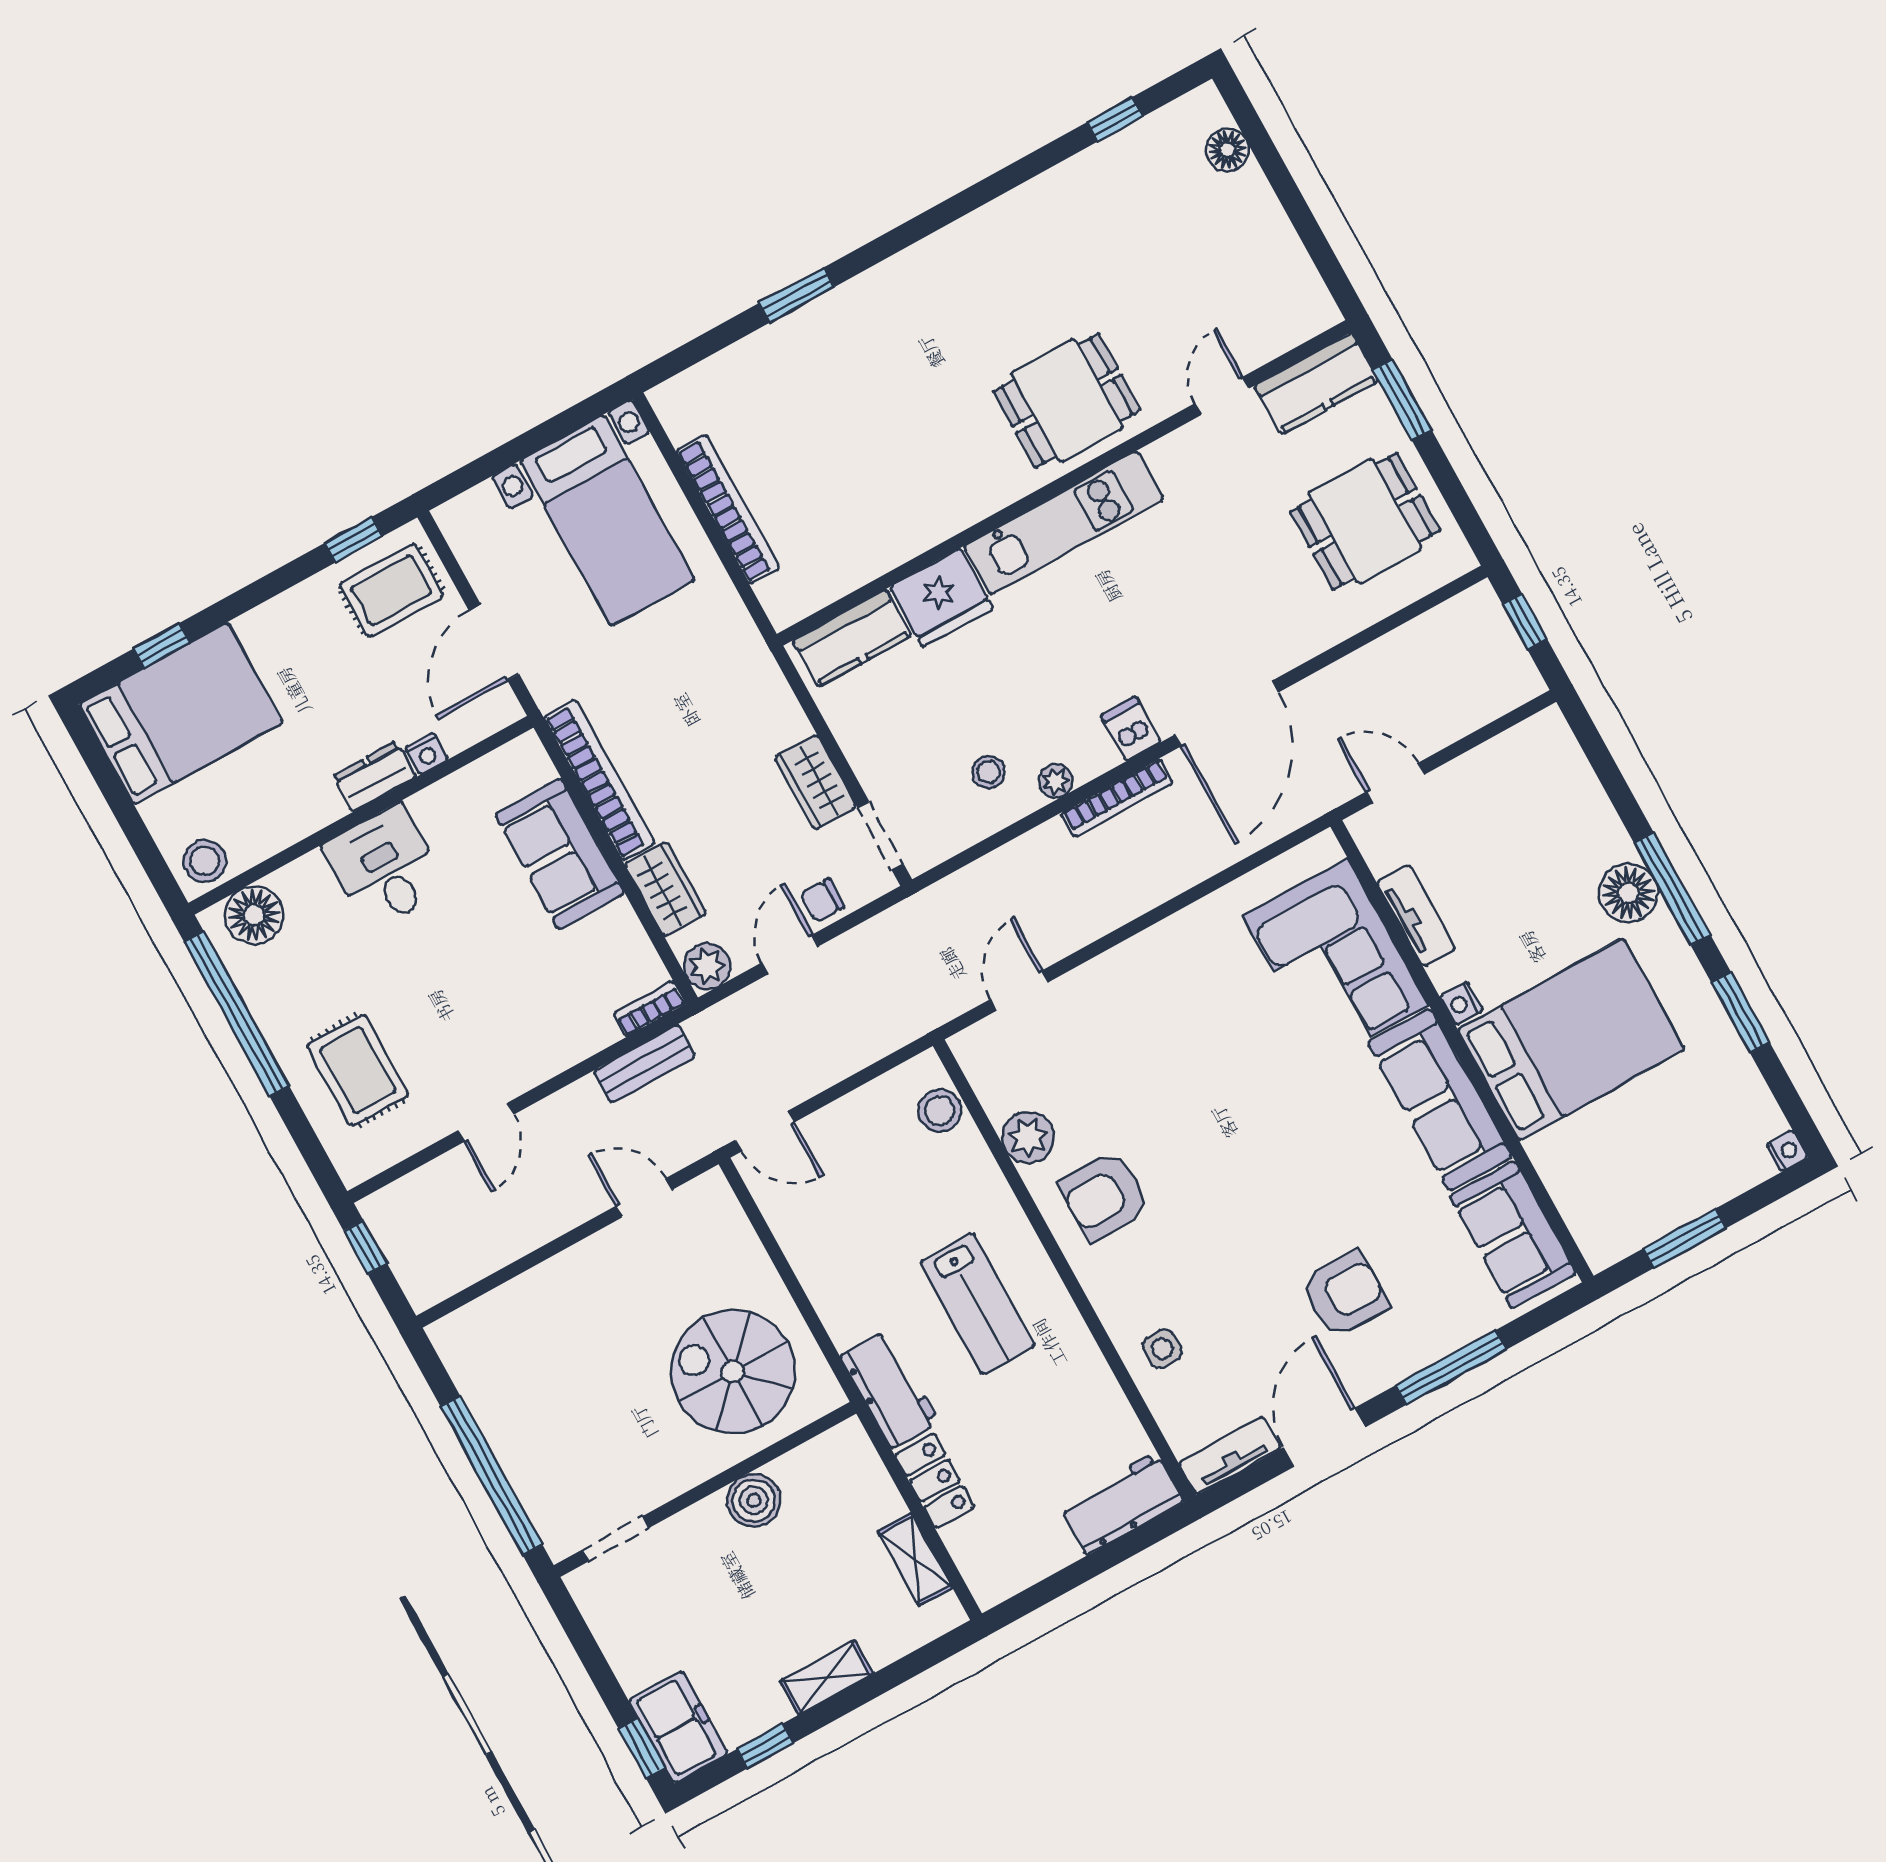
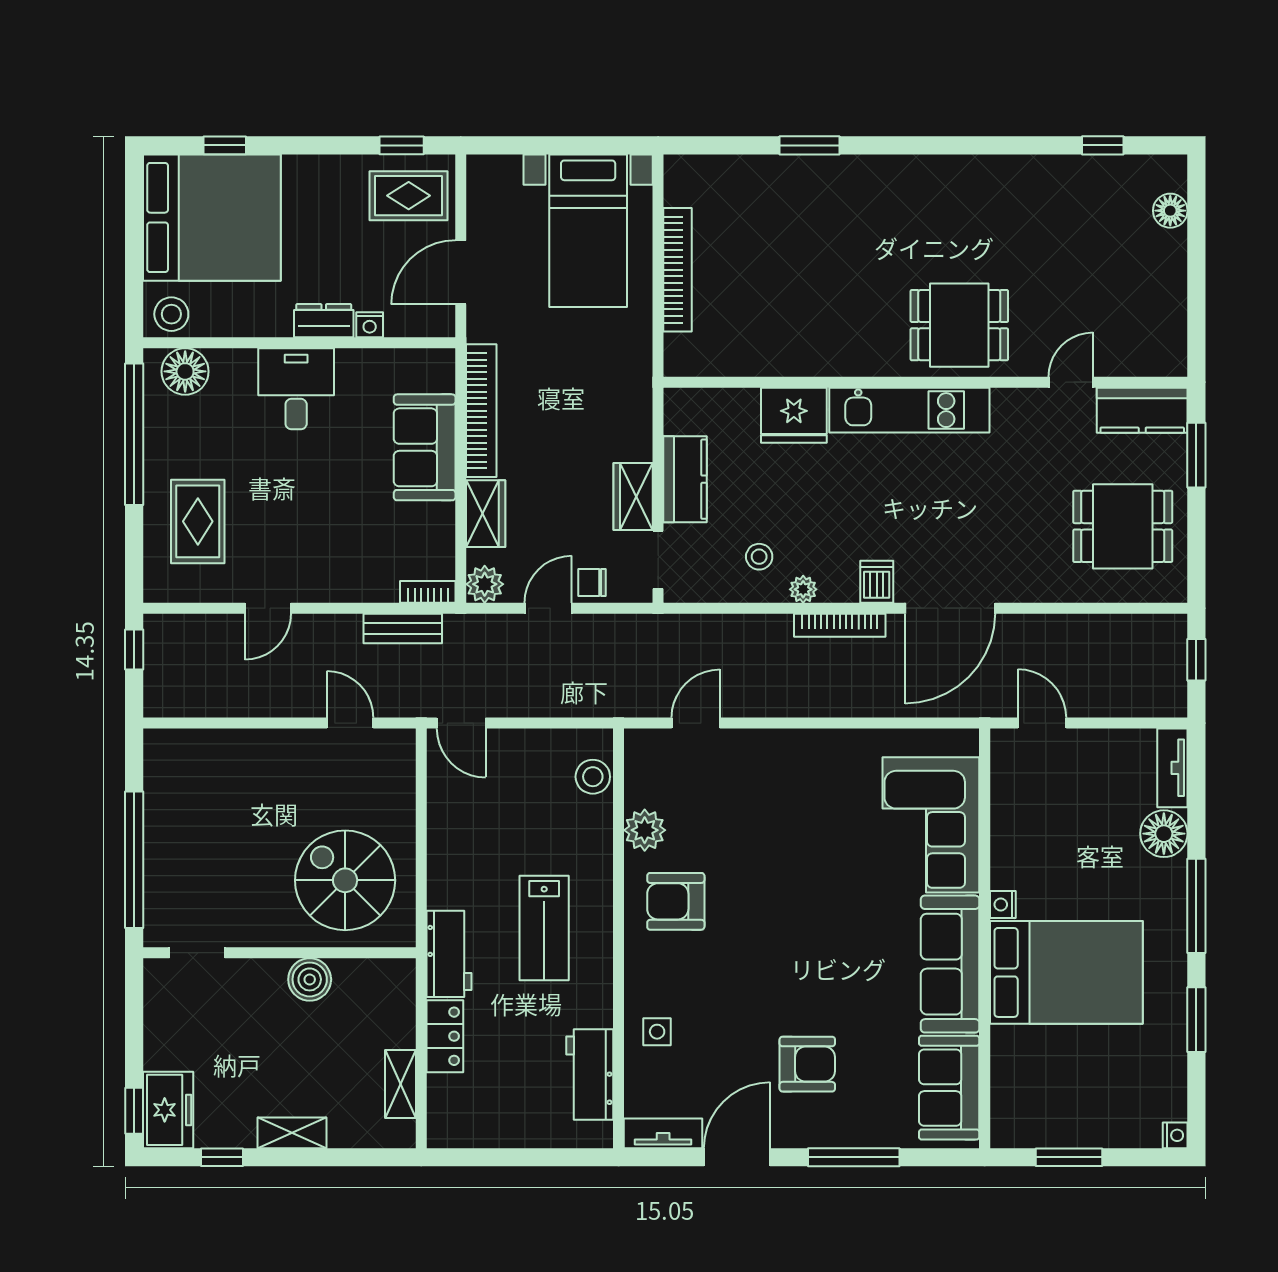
kitchen counter: (852, 638) -> (685, 479), moved, turned -90
bed: (181, 713) -> (212, 218), width x1.36
floor lamp: (1628, 893) -> (1164, 834), moved
tv unit: (1416, 916) -> (1172, 768), moved, turned 180
workbench: (1121, 1503) -> (590, 1075), moved, turned -90

